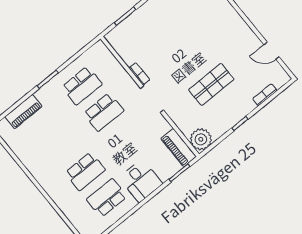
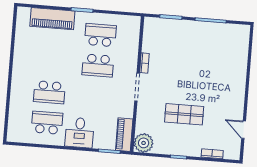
school desk: (82, 85) -> (100, 35), turned 180
piano: (23, 112) -> (52, 19), width x1.37, depth x1.33

